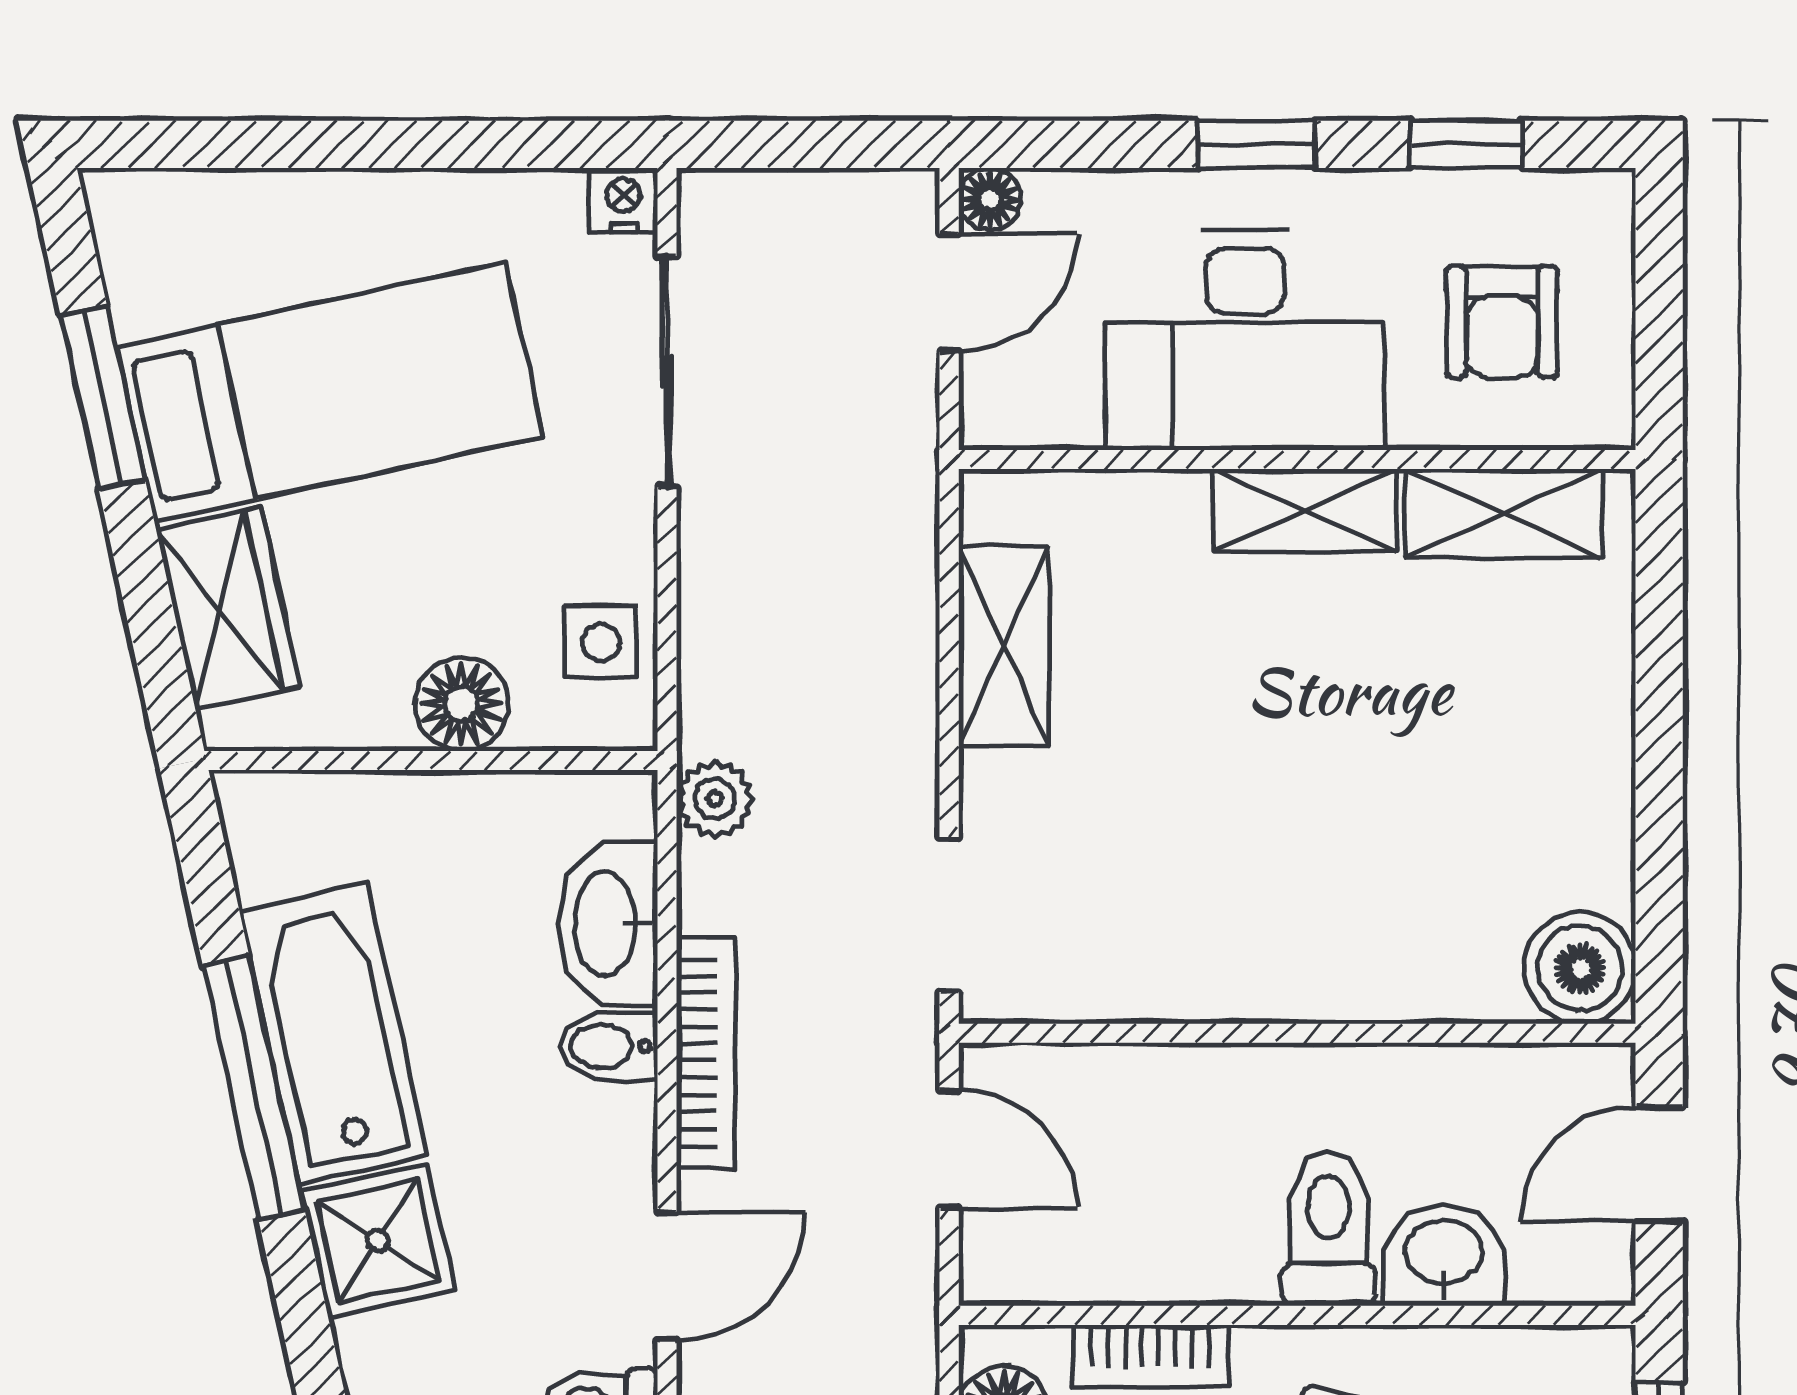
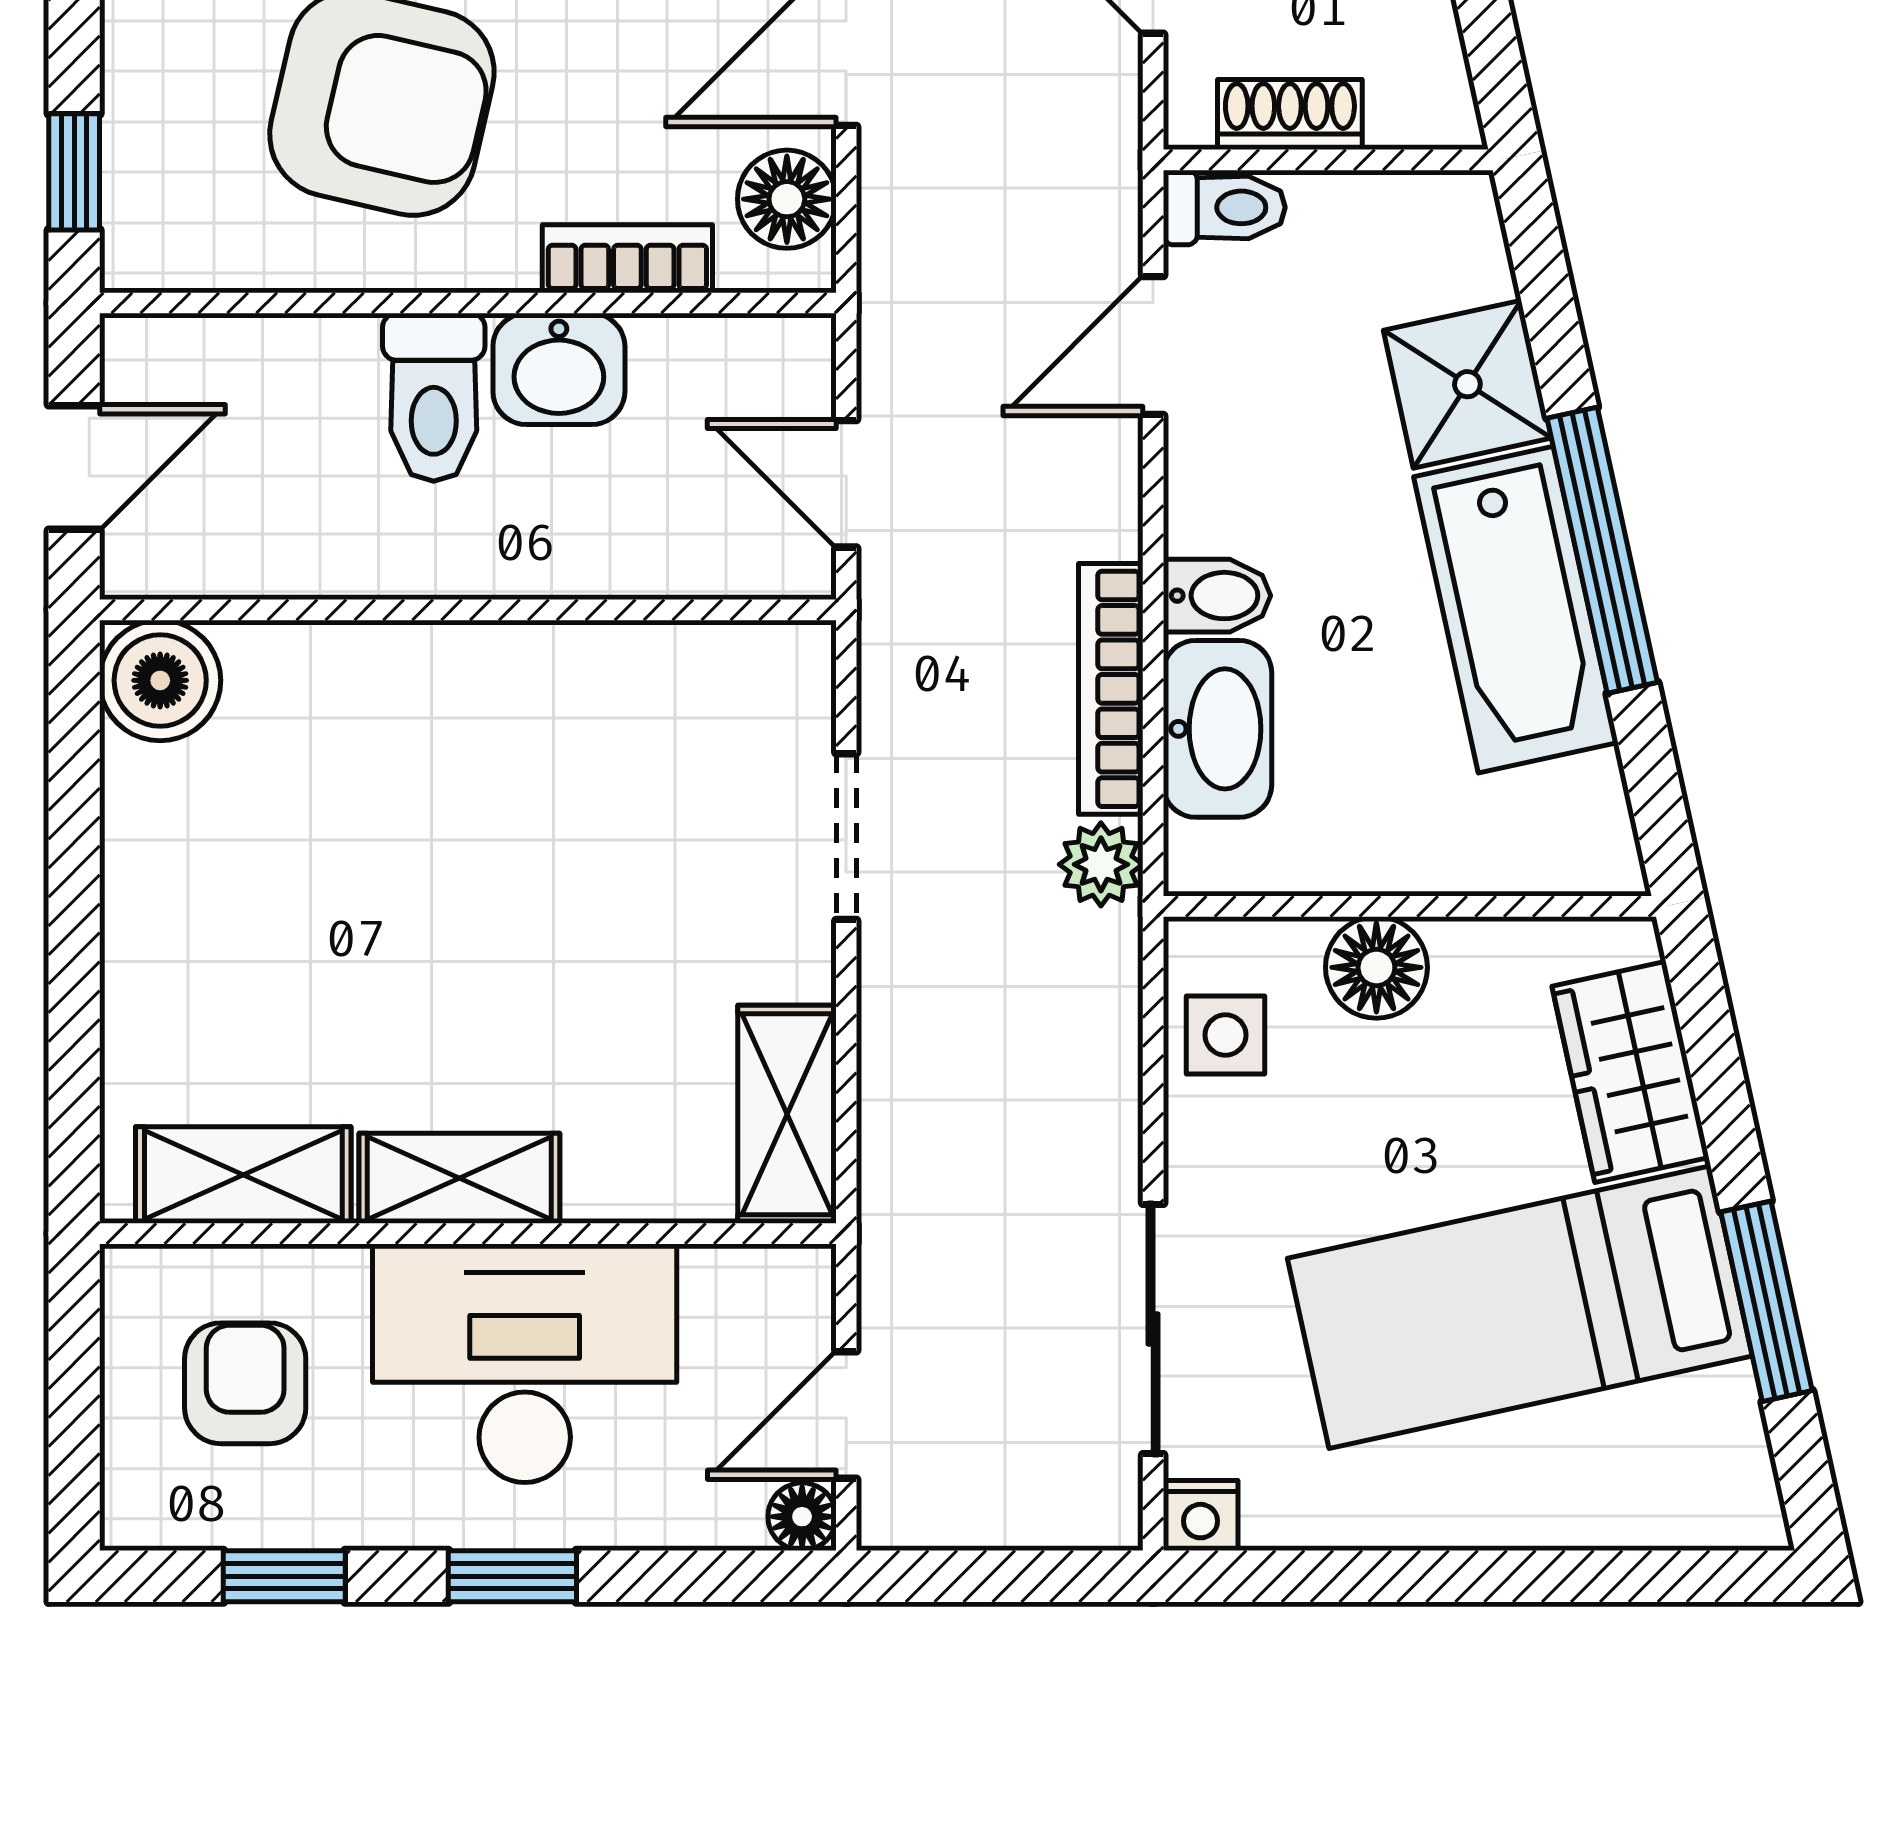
shelving: (1004, 646) -> (787, 1114), moved
doorway: (949, 915) -> (846, 837), moved
bookcase: (706, 1053) -> (1111, 689), moved
washbasin: (1444, 1255) -> (559, 369), moved

